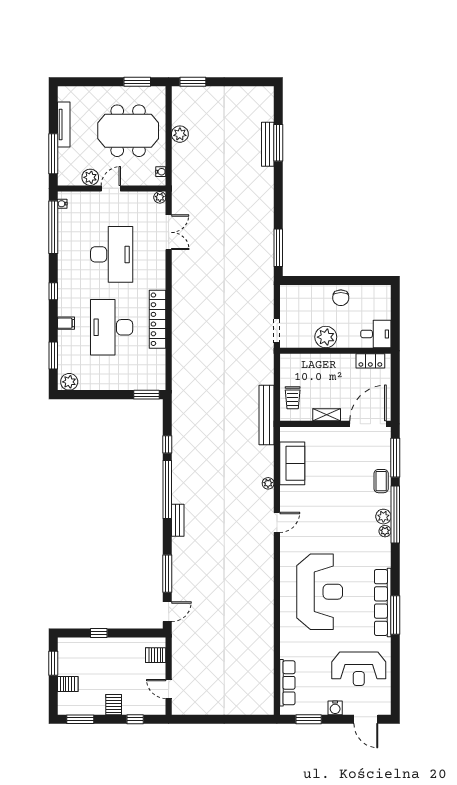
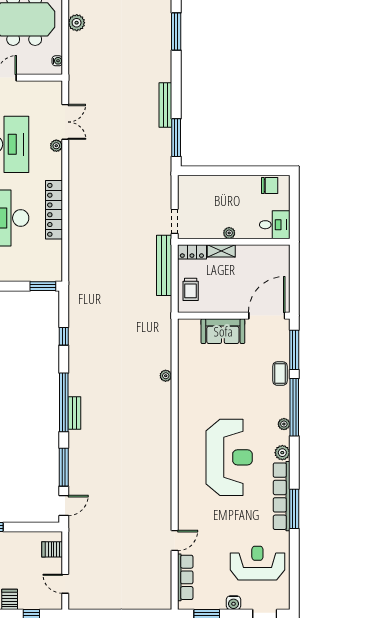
bench: (268, 144) -> (165, 105), moved
plant: (160, 197) -> (56, 146), moved
chair: (341, 298) -> (270, 185), moved, turned -90
plant: (326, 337) -> (229, 233), width x0.53, depth x0.53
locker: (370, 361) -> (192, 252), moved
bench: (266, 415) -> (164, 265), moved
shelving: (327, 415) -> (221, 251), moved
sofa: (292, 463) -> (223, 331), moved, turned 90
window: (167, 489) -> (64, 402), moved
plant: (383, 517) -> (282, 453), moved
door: (277, 522) -> (175, 541), moved
reception desk: (320, 592) -> (229, 457), moved
reception desk: (359, 669) -> (257, 563), turned 180

